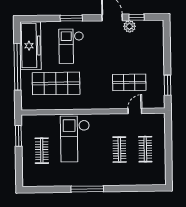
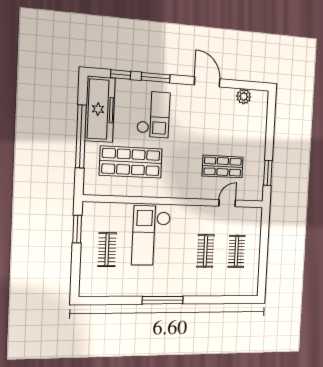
window: (137, 17) -> (121, 75), moved
plant: (129, 26) -> (244, 96), moved
checkout: (71, 46) -> (153, 114), turned 180

